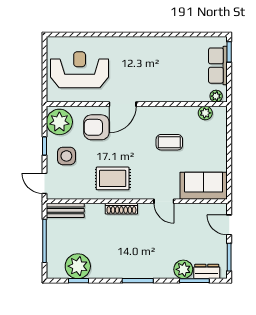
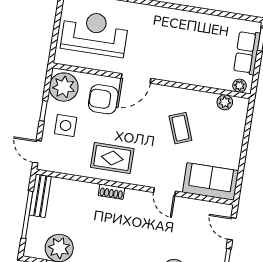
coffee table: (169, 142) -> (180, 128), turned 69
shoe rack: (121, 209) -> (111, 192), width x0.70
bench: (65, 210) -> (40, 196), moved, turned 90

